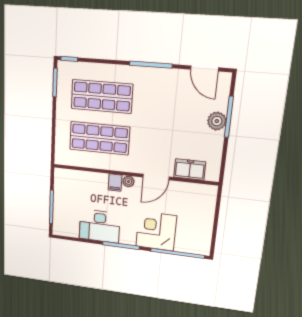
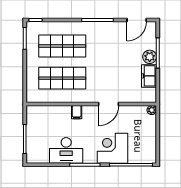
door: (205, 68) -> (137, 20), hinge flipped
freezer: (190, 169) -> (149, 76), moved, turned -90
plant: (128, 181) -> (152, 110), moved

